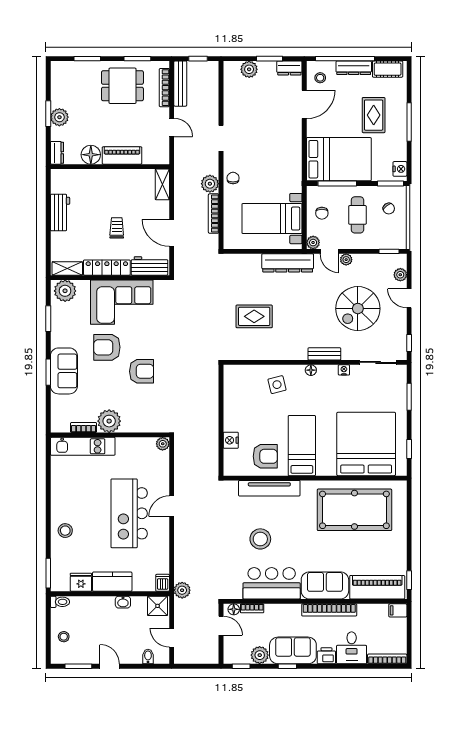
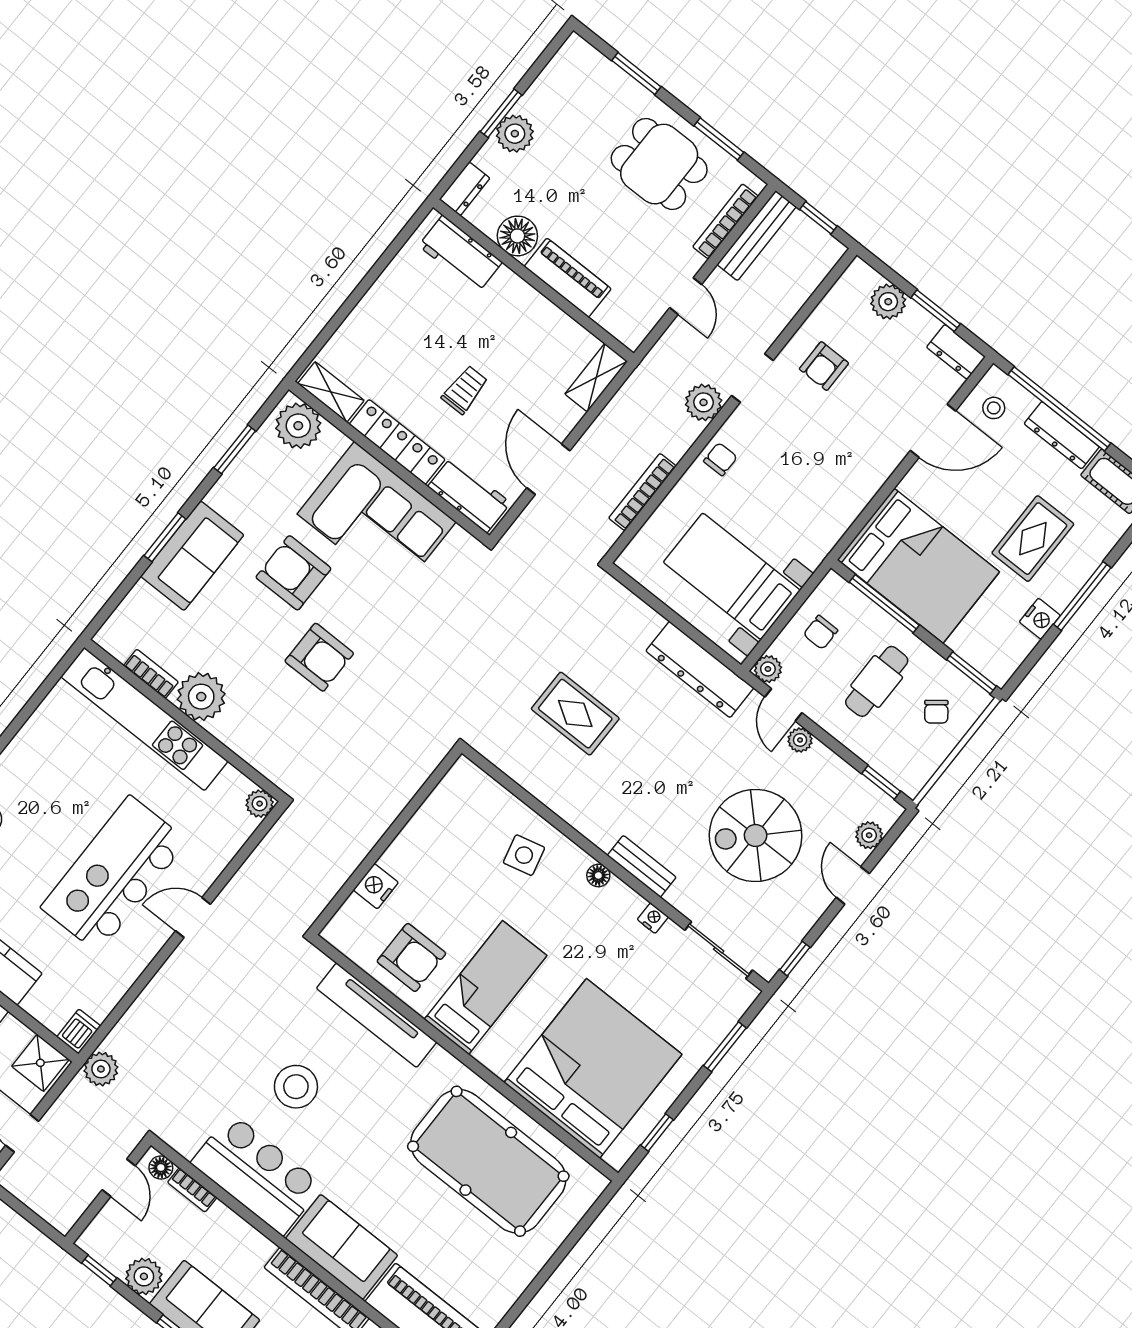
armchair: (244, 112) -> (824, 366), added
nightstand: (400, 169) -> (1040, 619), moved
plant: (210, 184) -> (704, 402), moved
workbench: (60, 213) -> (460, 254), moved, turned 90
kitchen unit: (83, 446) -> (144, 719), width x1.36

